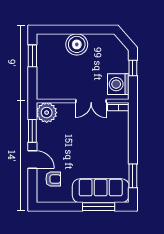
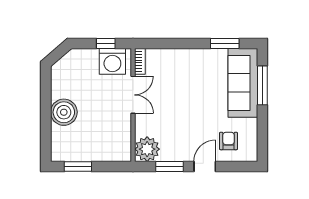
window: (133, 68) -> (106, 44), moved

